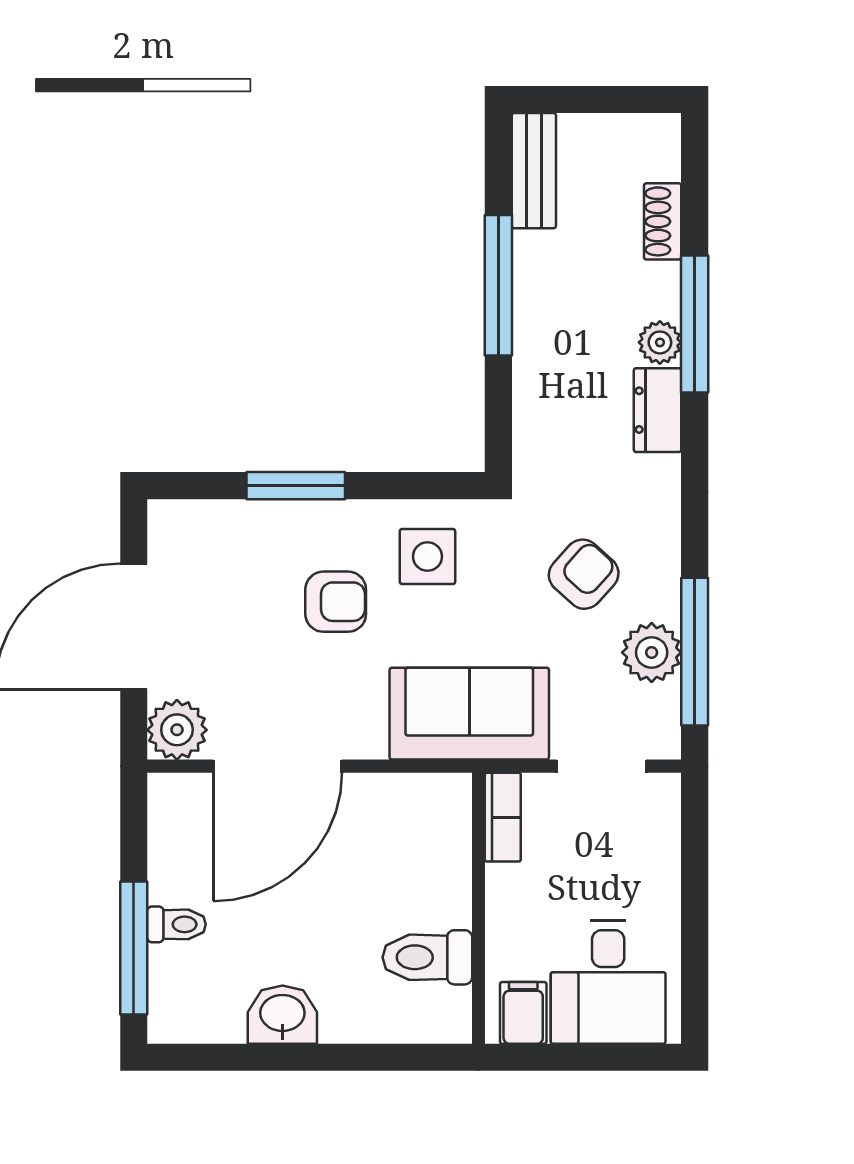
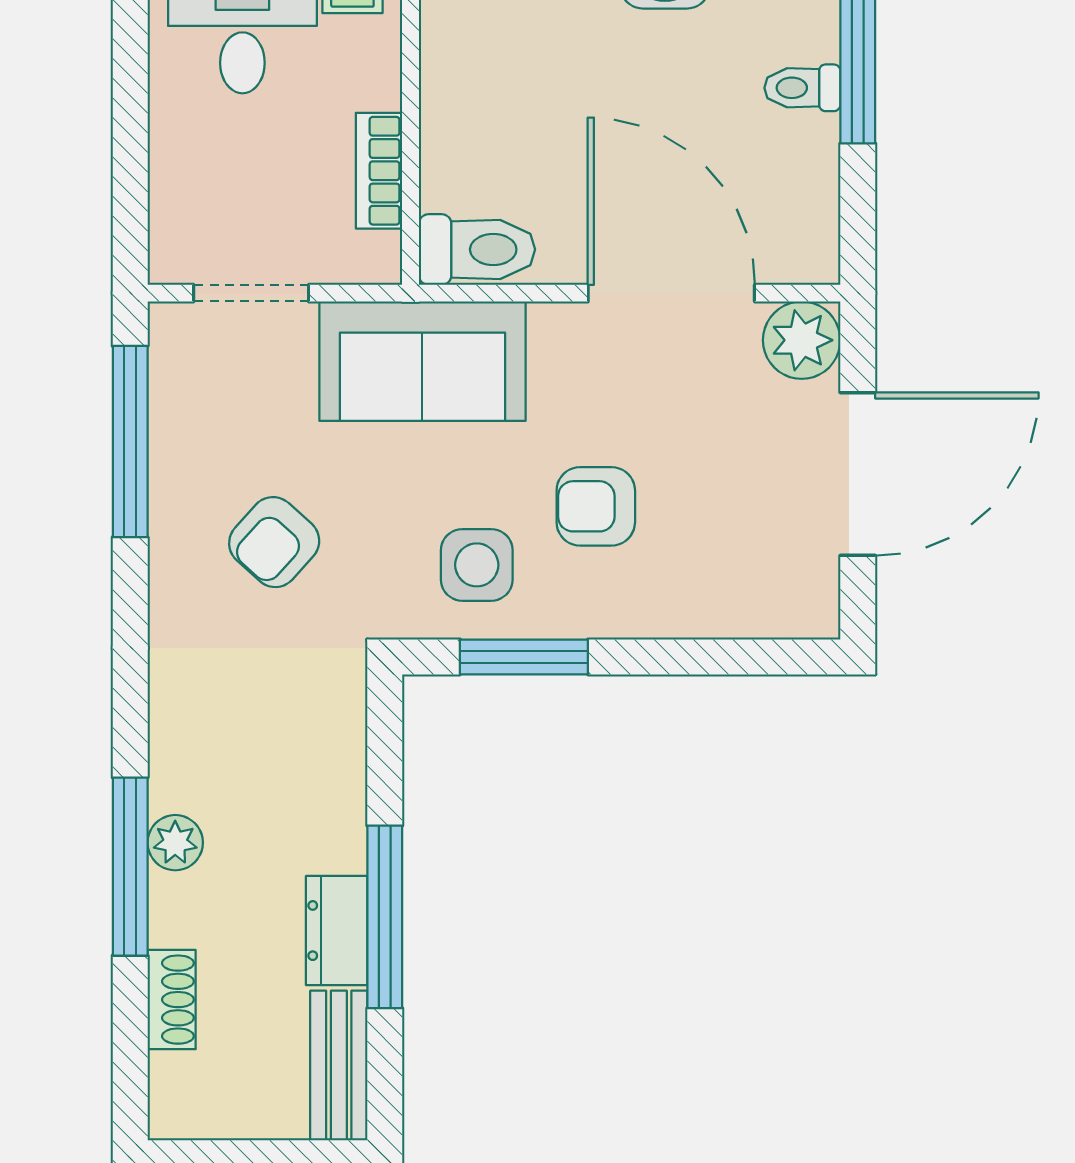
dresser: (658, 410) -> (337, 931), moved, turned 180
window: (296, 486) -> (524, 657), moved
plant: (652, 652) -> (186, 440), removed
door: (277, 766) -> (671, 293), hinge flipped
bookcase: (503, 817) -> (379, 171), moved
toilet: (427, 957) -> (477, 249), moved

